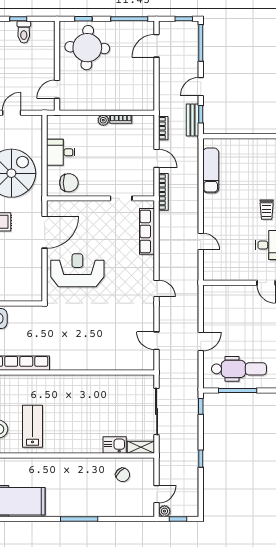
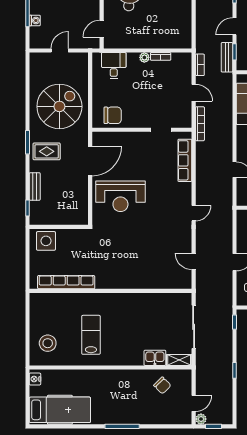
desk: (61, 152) -> (114, 65), moved, turned 90
reception desk: (77, 270) -> (120, 196), turned 180
door: (157, 288) -> (194, 213), hinge flipped
lab bench: (32, 426) -> (91, 335), moved

